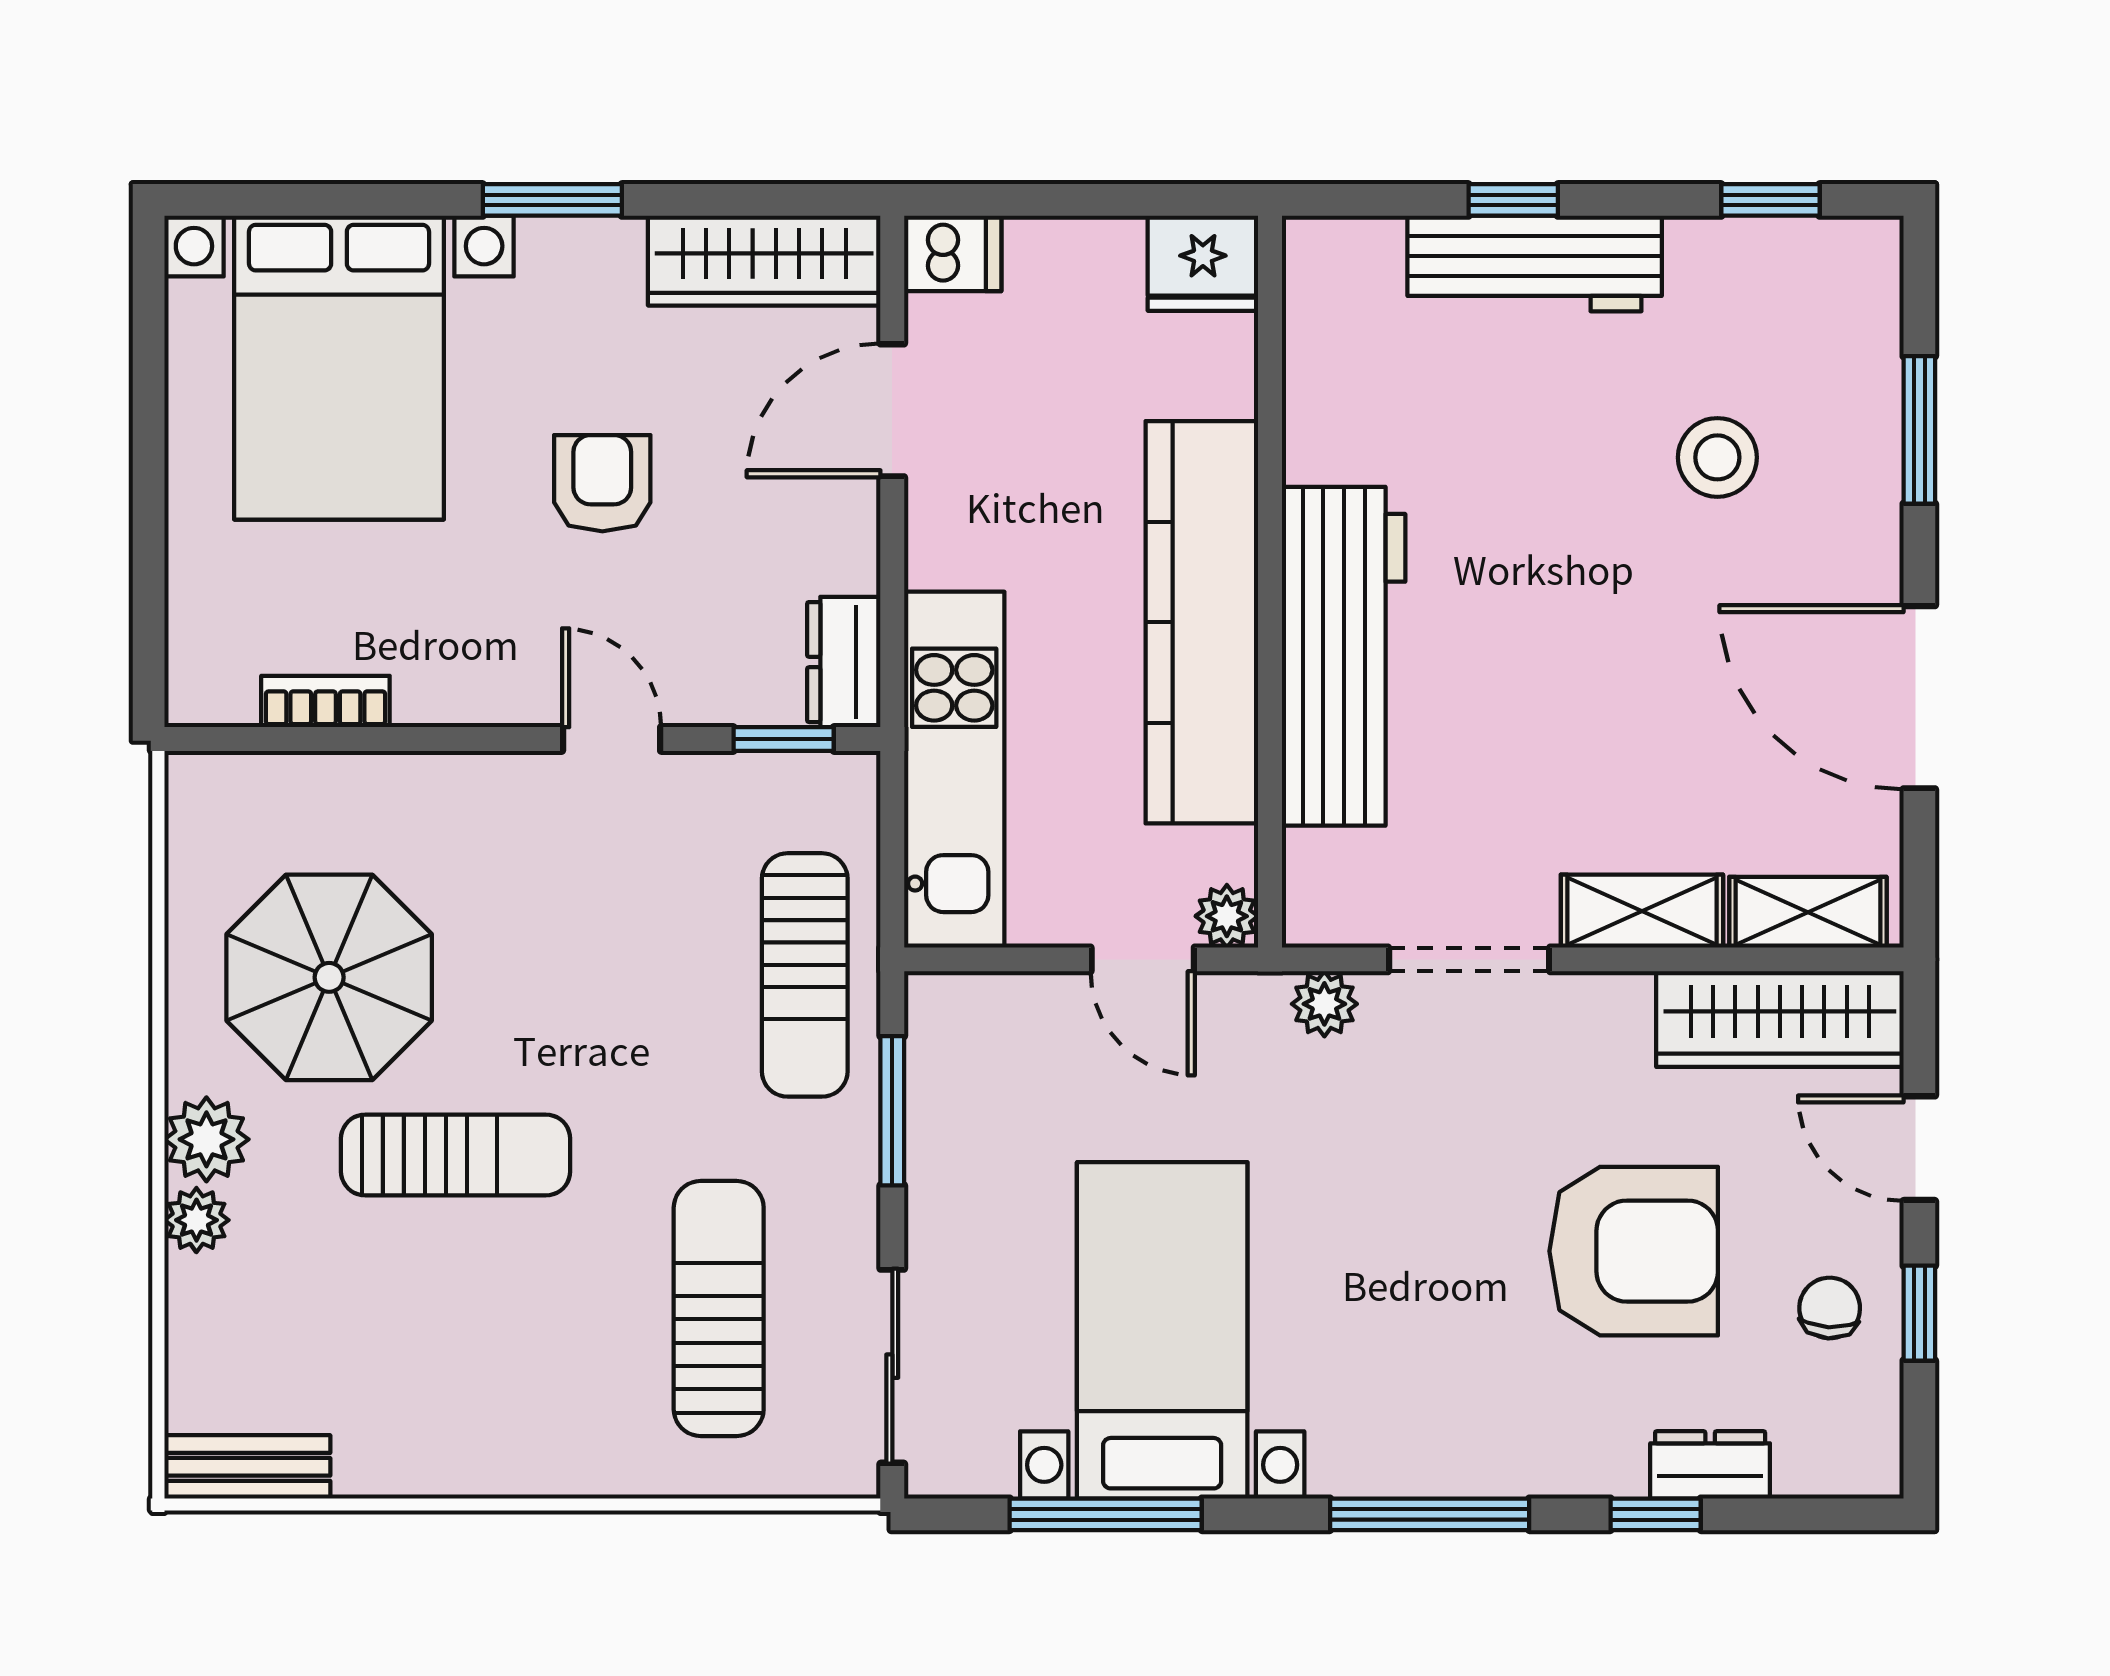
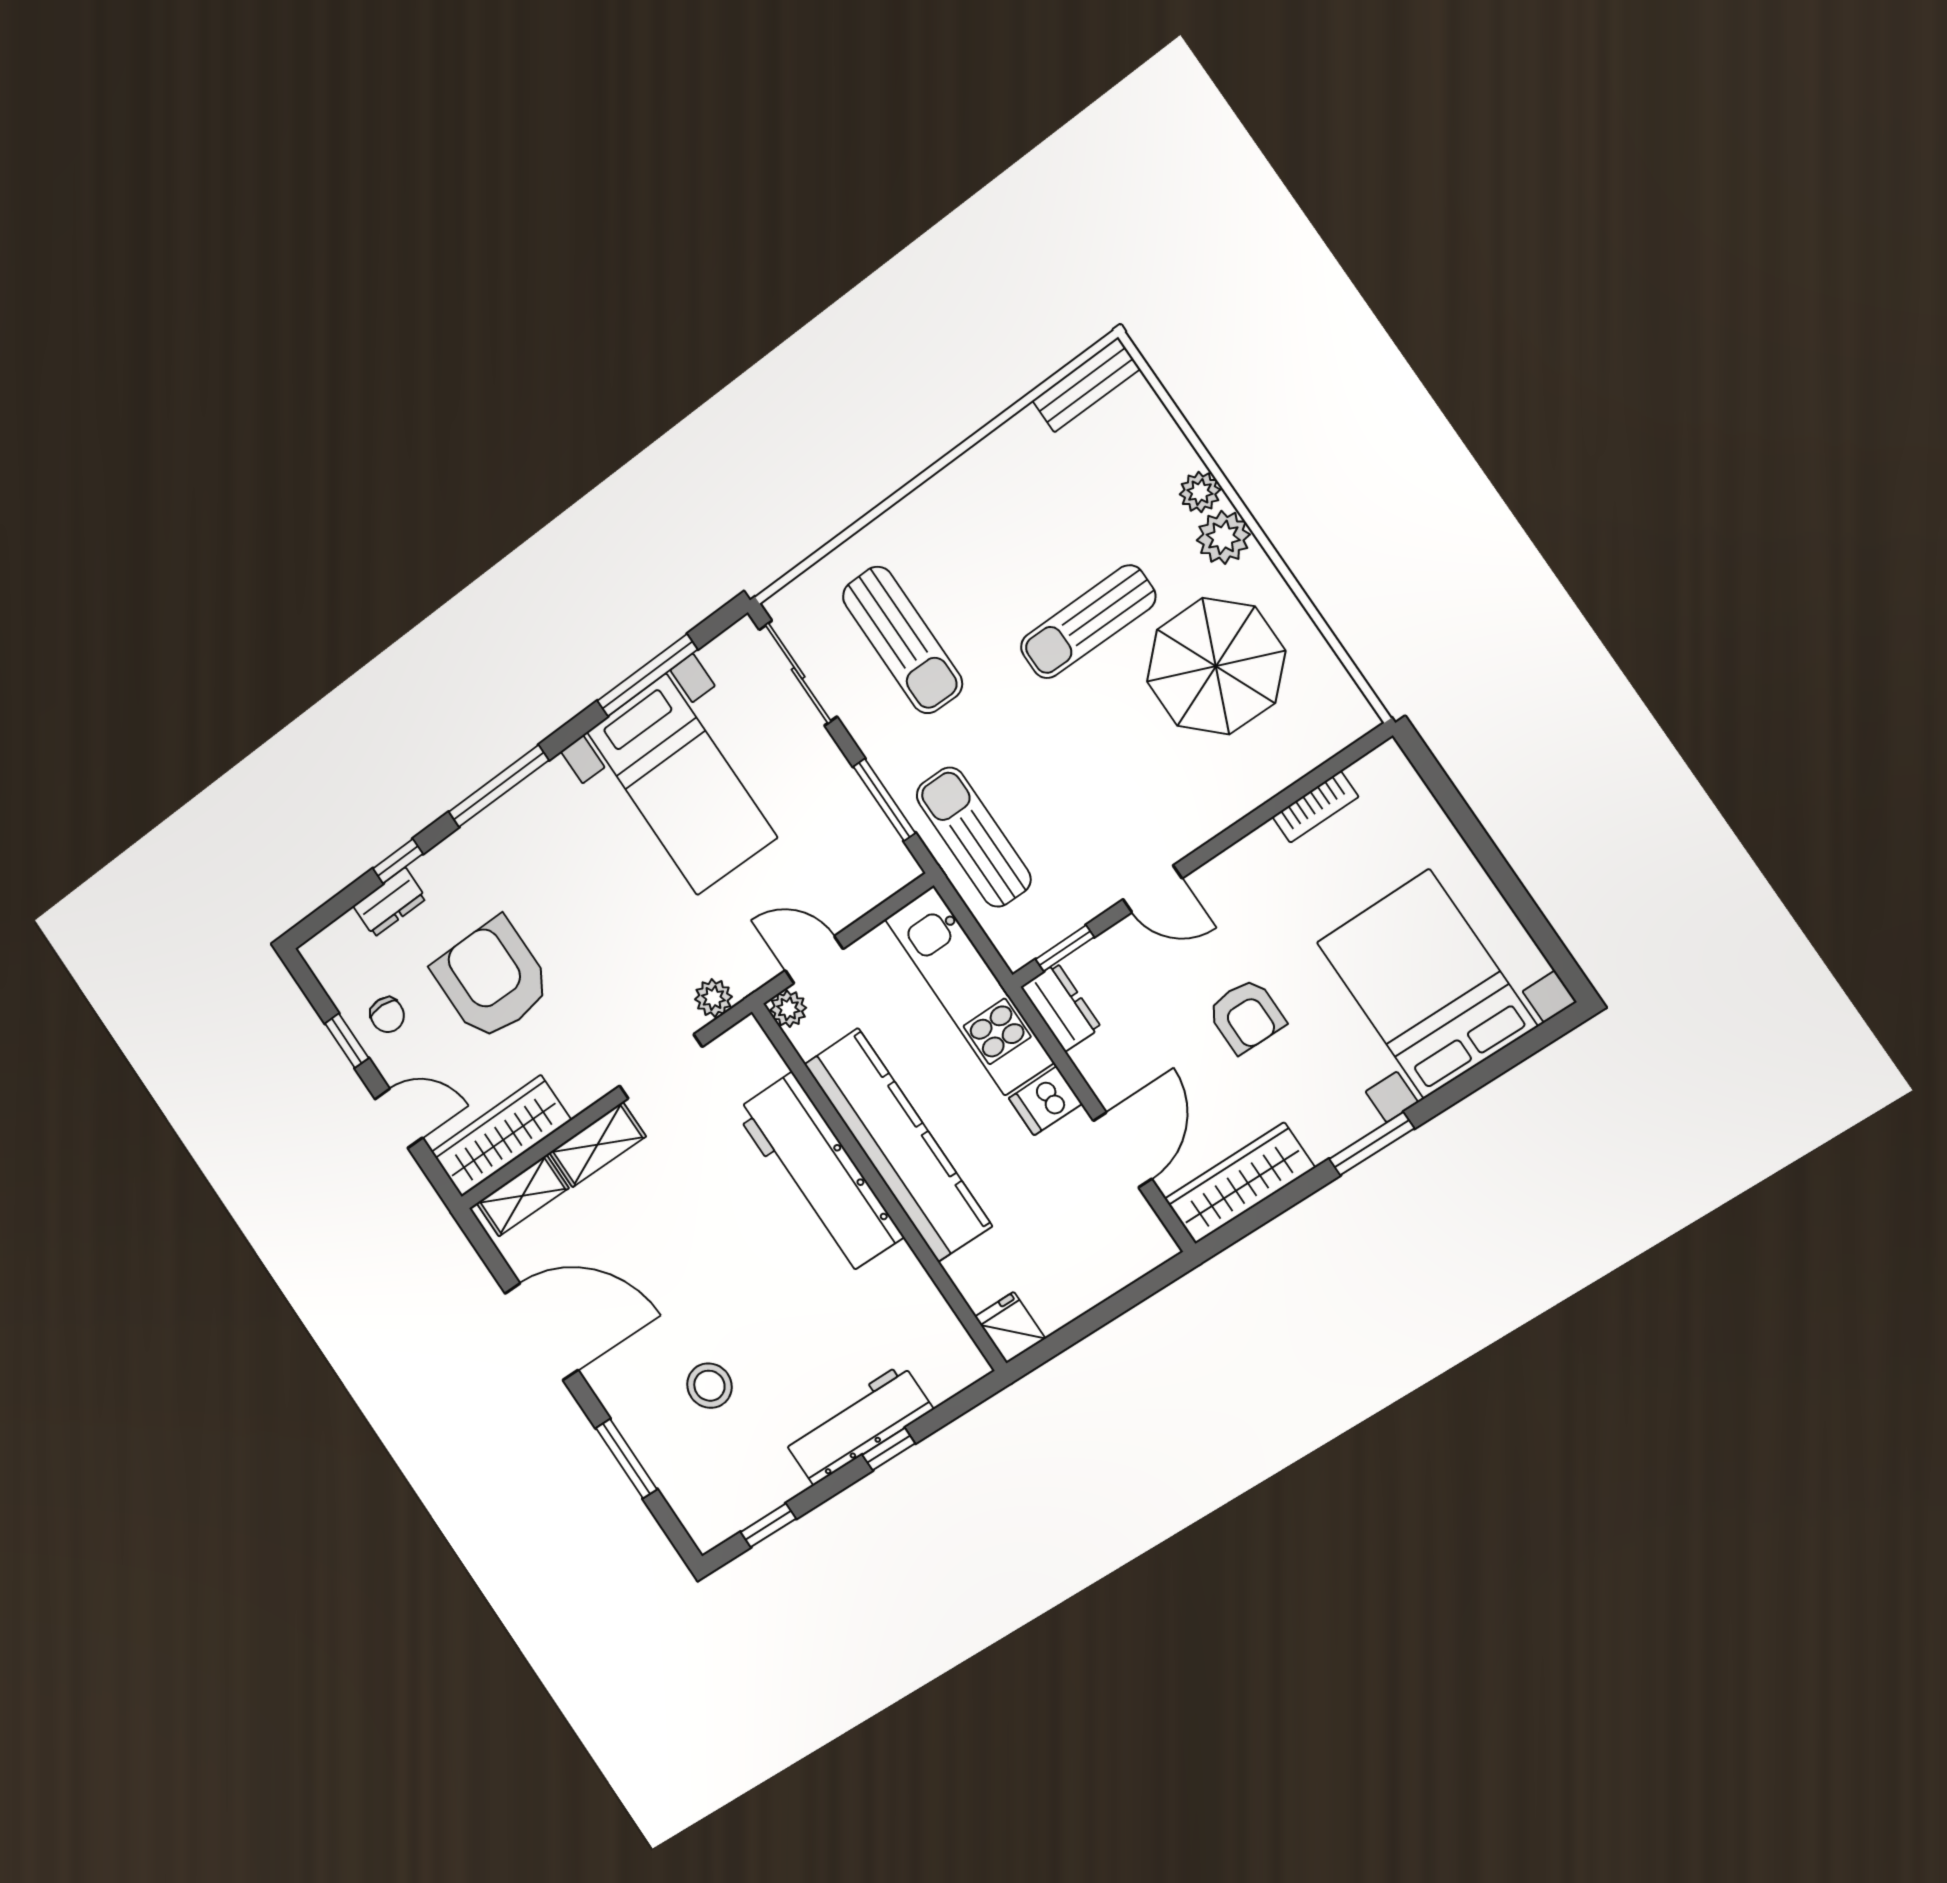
dishwasher: (953, 253) -> (1045, 1101), moved
fridge: (1203, 263) -> (1010, 1328), width x0.72
armchair: (1634, 1251) -> (492, 979), turned 90

